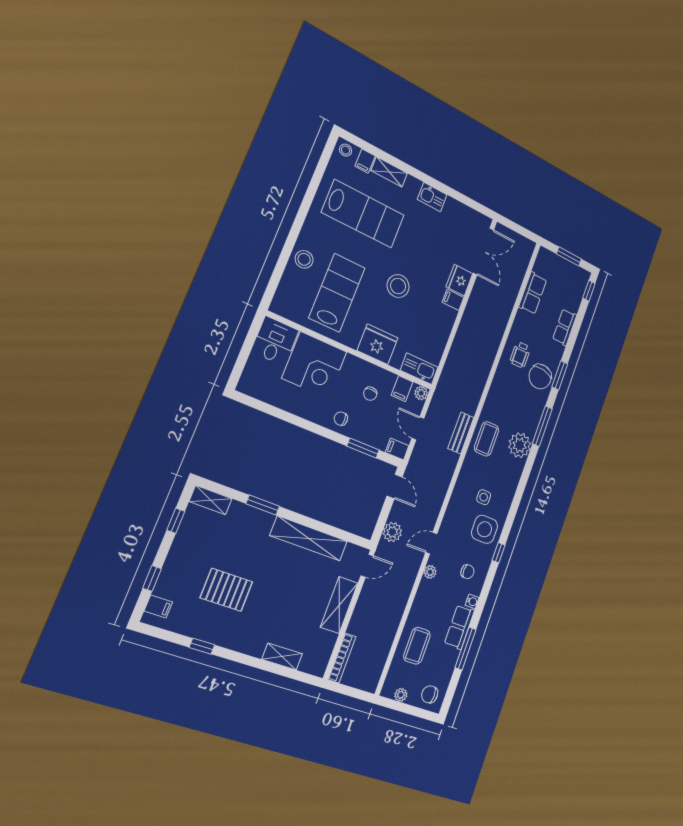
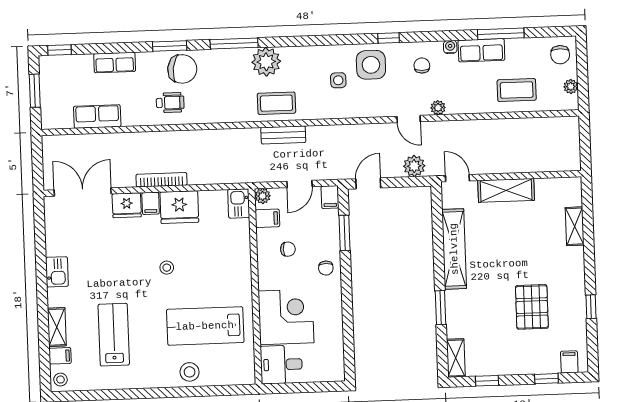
lab bench: (363, 214) -> (114, 335), width x0.73, depth x0.72
stool: (398, 286) -> (167, 268), width x0.53, depth x0.53
fridge: (378, 344) -> (179, 207), moved, turned -90
kitchen sink: (419, 369) -> (239, 204), width x0.73
bookcase: (342, 658) -> (162, 180), moved

